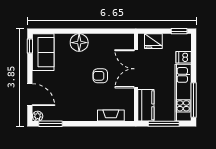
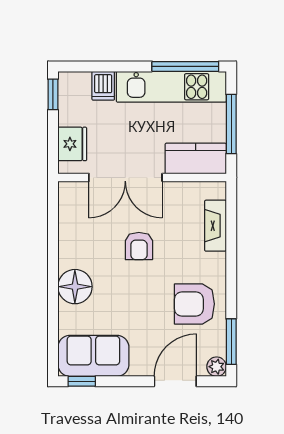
armchair: (70, 105) -> (194, 304), added

